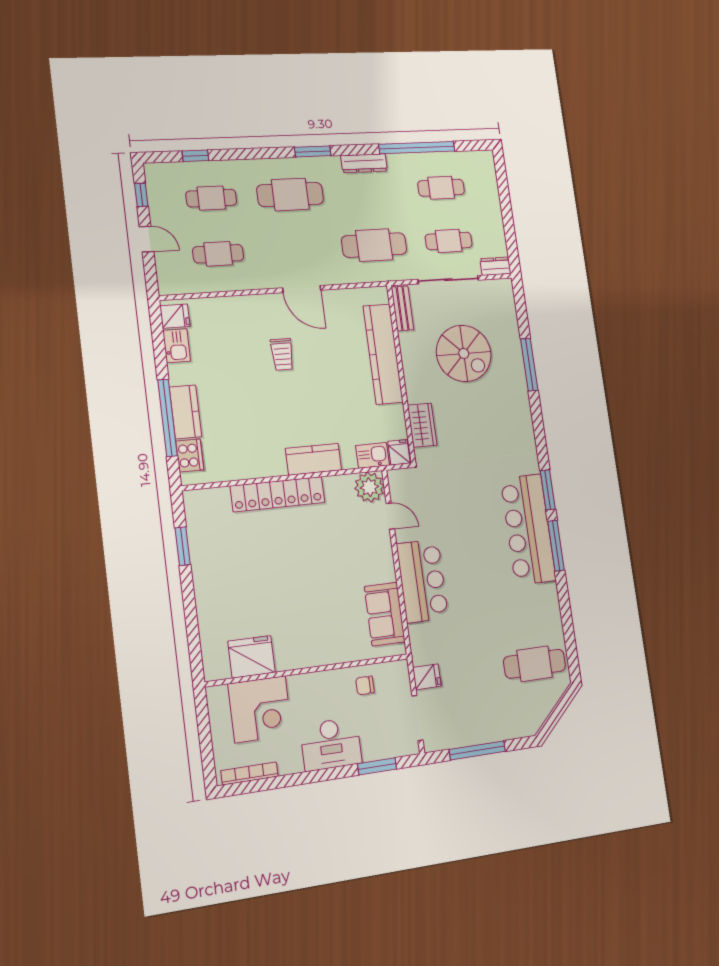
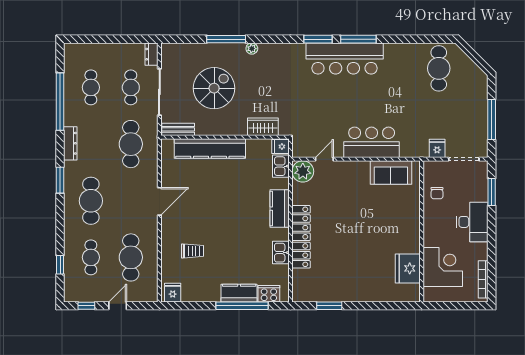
cafe table: (218, 254) -> (131, 257), width x1.37, depth x1.35
kitchen sink: (177, 346) -> (281, 253), moved, turned -90
trolley: (282, 354) -> (193, 251), moved
plant: (522, 401) -> (252, 49), added

